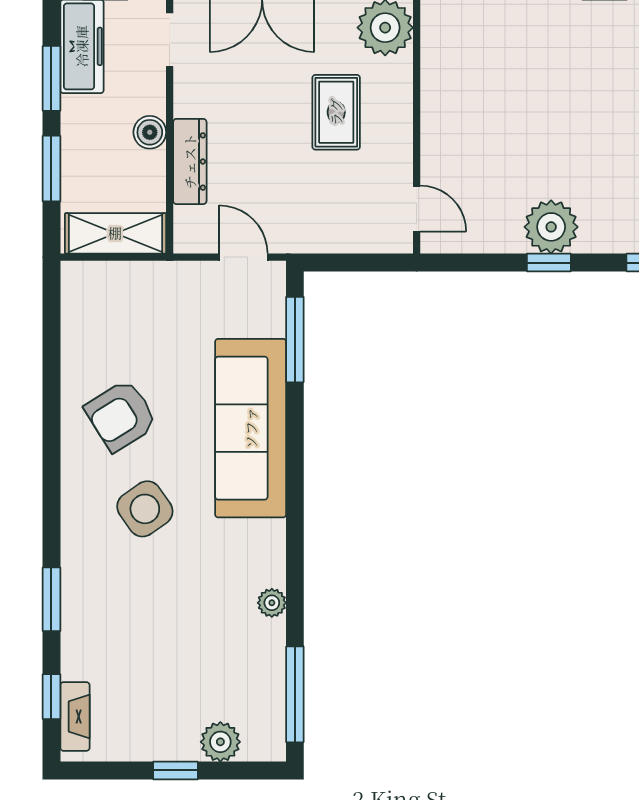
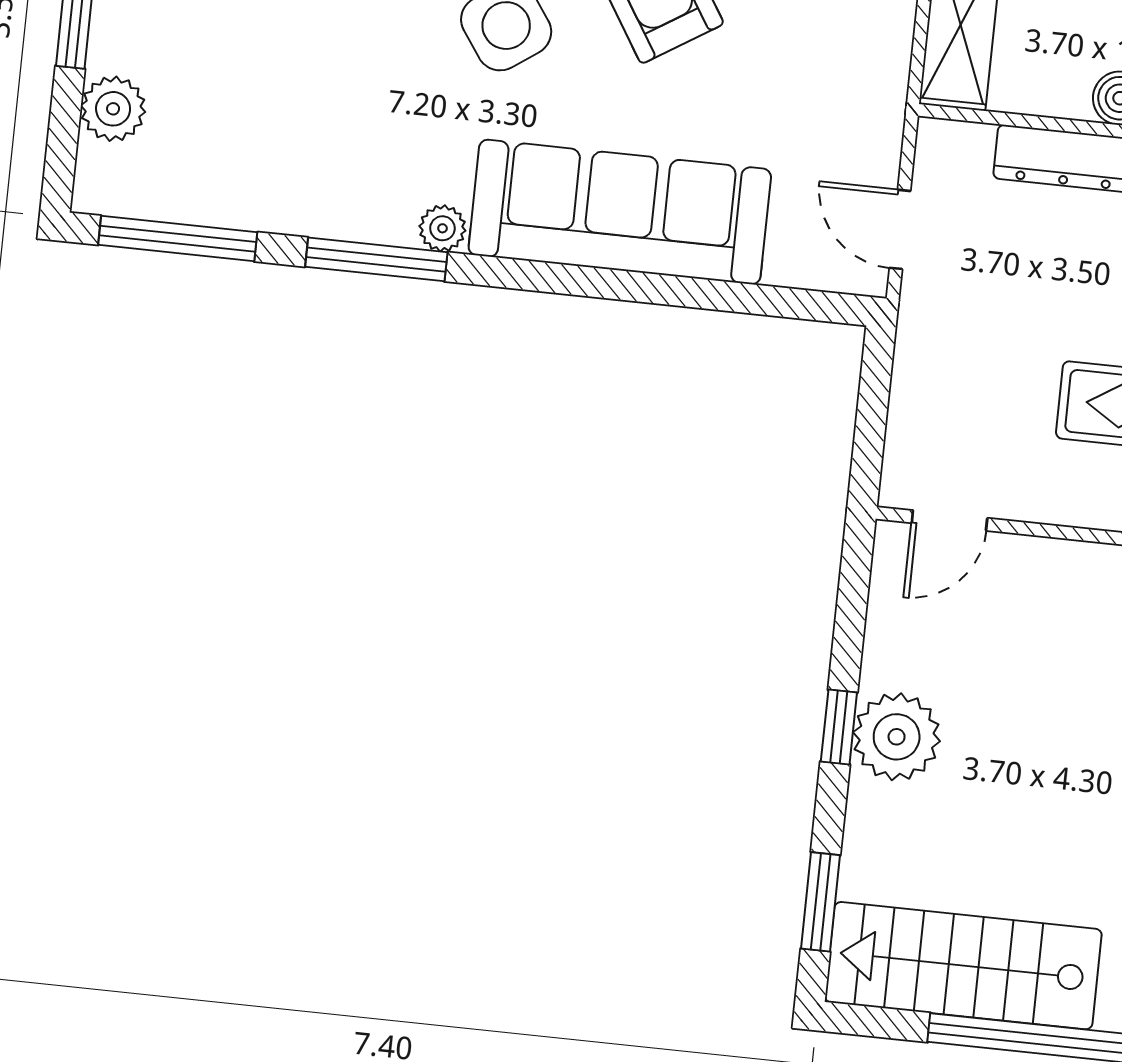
door: (243, 257) -> (900, 229), swing flipped
window: (295, 340) -> (376, 259), moved
plant: (272, 603) -> (442, 228), moved

